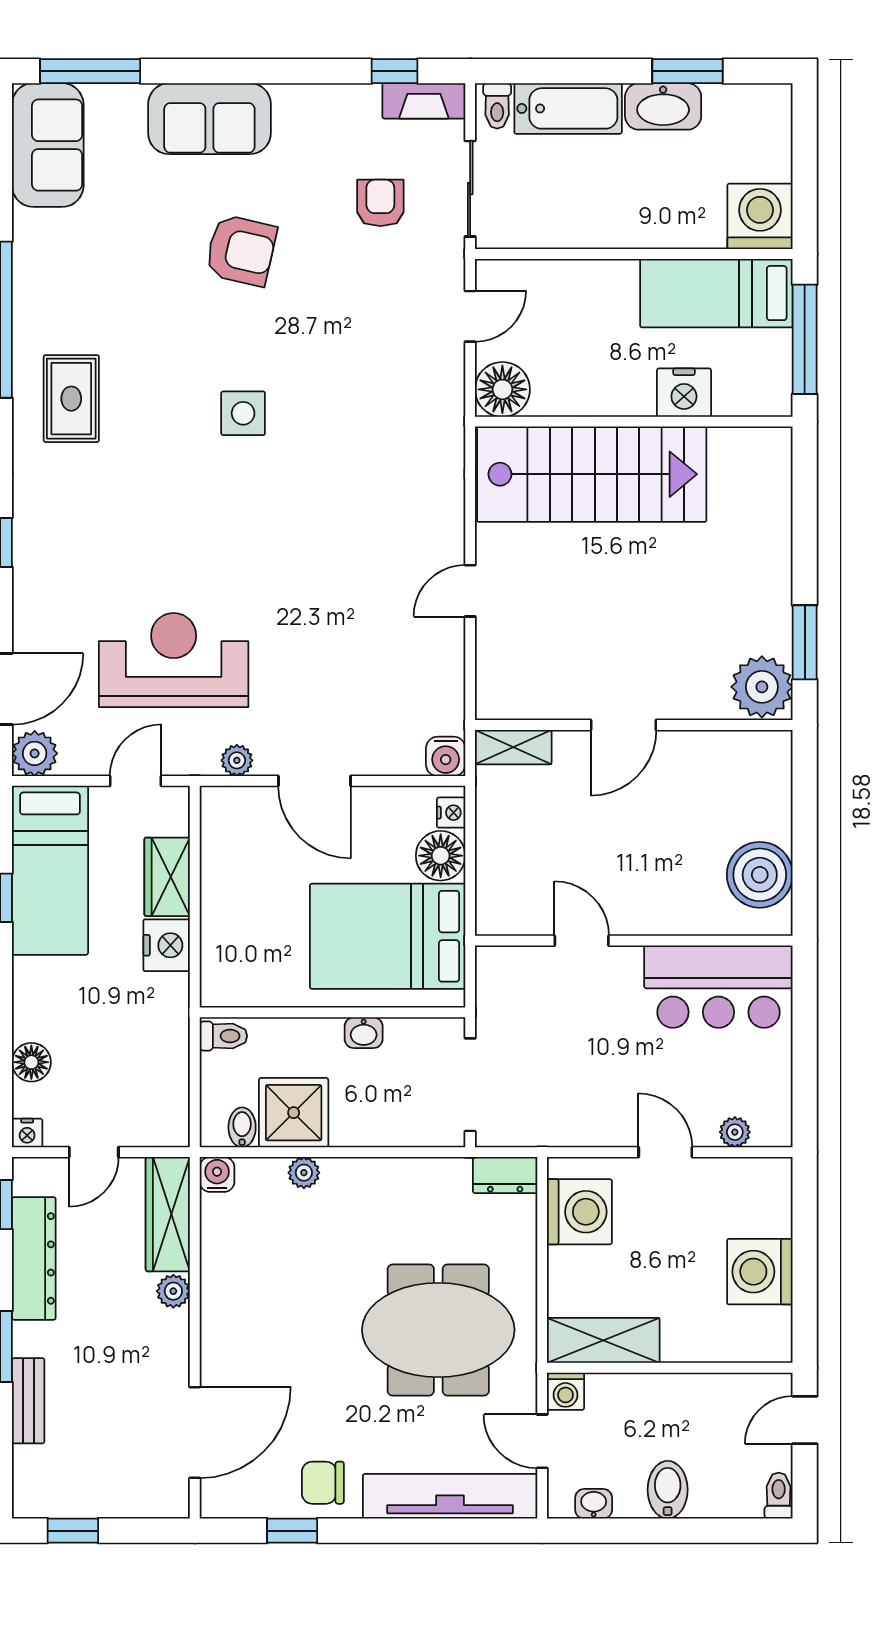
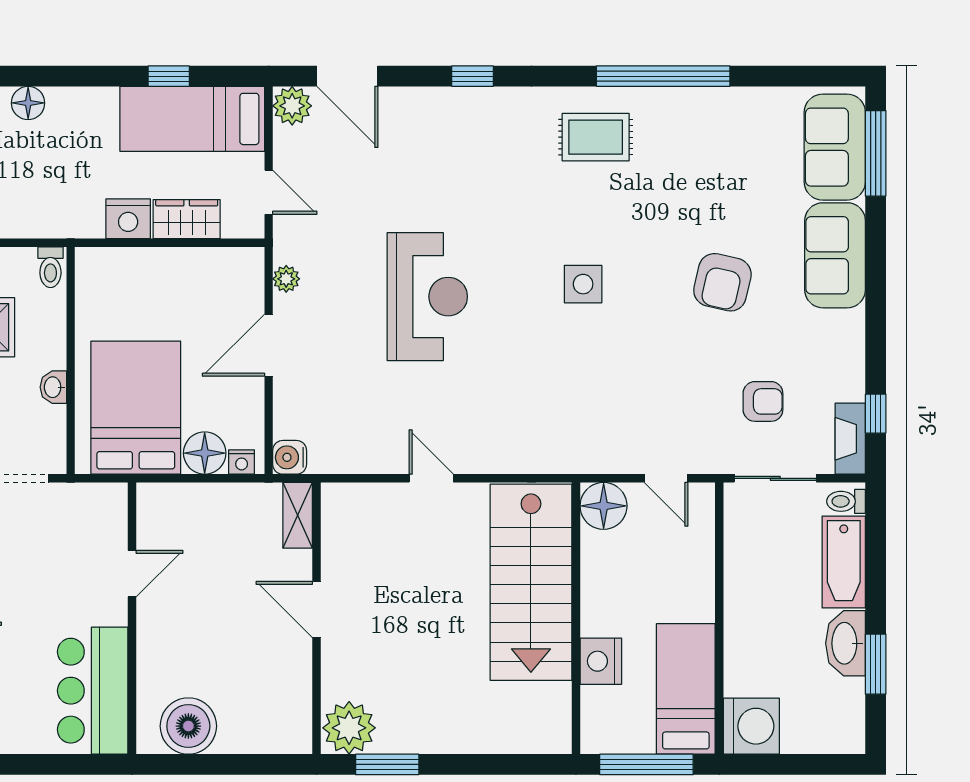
sofa: (48, 145) -> (835, 147), moved, turned 90
reception desk: (174, 660) -> (427, 297), moved

